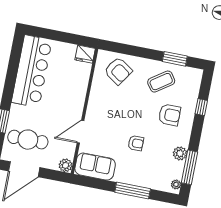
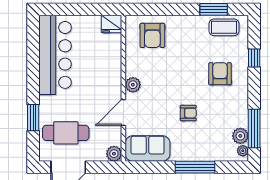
armchair: (118, 71) -> (152, 35), turned 56
coffee table: (161, 82) -> (224, 27), moved, turned 35
plant: (93, 110) -> (133, 85), added
armchair: (170, 115) -> (220, 74), turned -90
plant: (180, 153) -> (240, 136), moved

